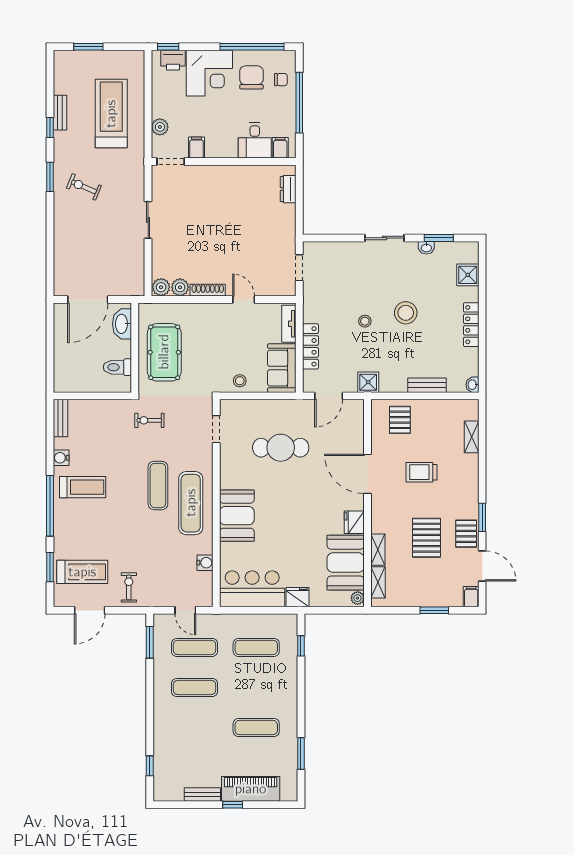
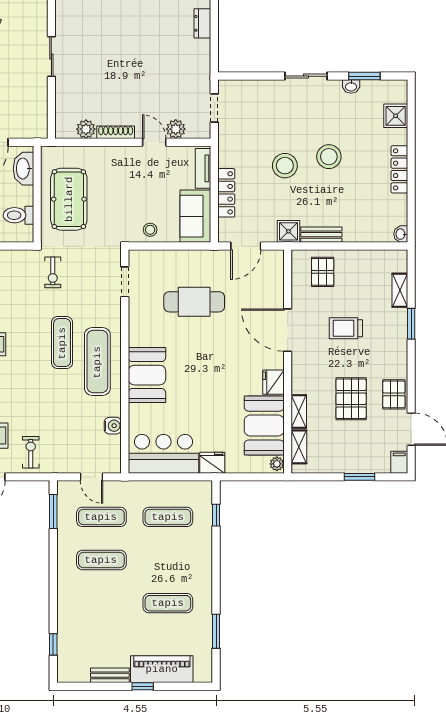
plant: (161, 287) -> (176, 129), moved
stool: (365, 321) -> (285, 166), width x1.89, depth x1.89
bench: (427, 385) -> (321, 235), moved
exercise bike: (149, 420) -> (53, 272), turned -90
window: (482, 517) -> (411, 324), moved

